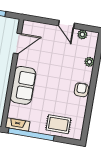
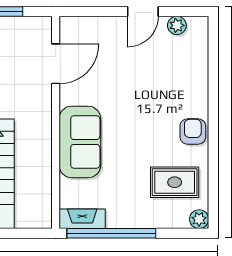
door: (66, 24) -> (143, 11), hinge flipped
plant: (89, 62) -> (199, 219), moved
rug: (58, 124) -> (175, 182), moved

